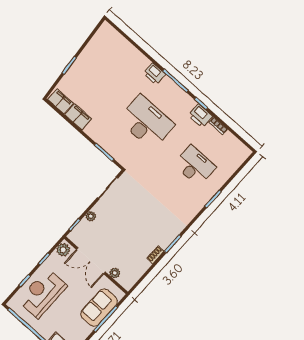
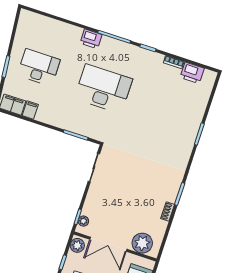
printer: (200, 116) -> (192, 73), moved
filing cabinet: (78, 117) -> (30, 110), width x0.50
desk: (195, 166) -> (39, 67), moved
plant: (91, 216) -> (83, 221), moved
plant: (115, 273) -> (142, 243), width x1.88, depth x1.88

